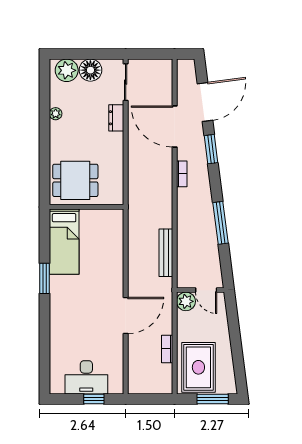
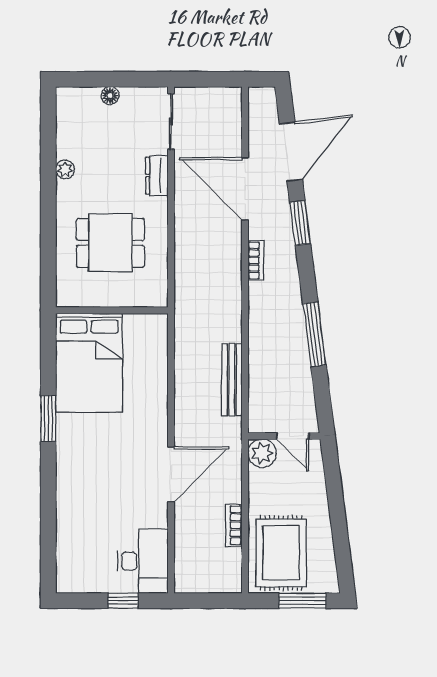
plant: (67, 70) -> (82, 104), removed
floor lamp: (90, 70) -> (110, 96), width x0.53, depth x0.53
dining table: (75, 180) -> (110, 243), moved
bed: (64, 242) -> (89, 363), width x1.50
desk: (86, 377) -> (143, 561), moved, turned -90

